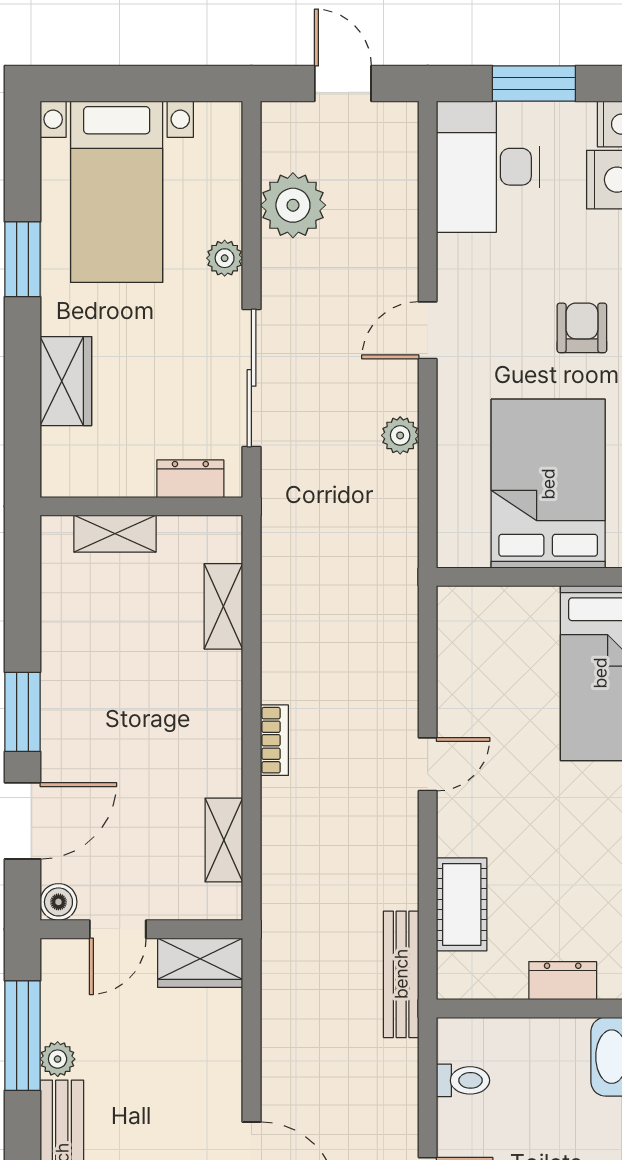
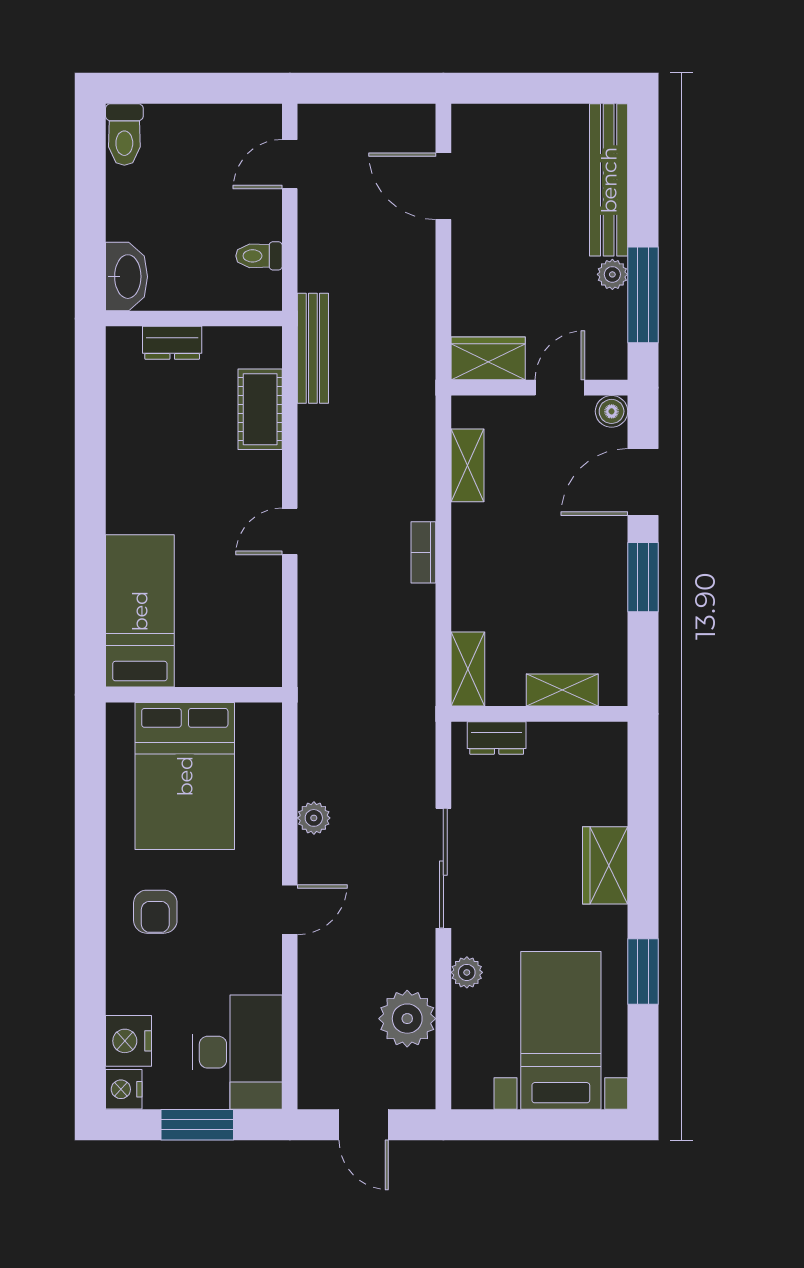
dresser: (190, 479) -> (497, 738), moved
wall: (141, 506) -> (539, 714), moved
shelving: (115, 534) -> (562, 690), moved

